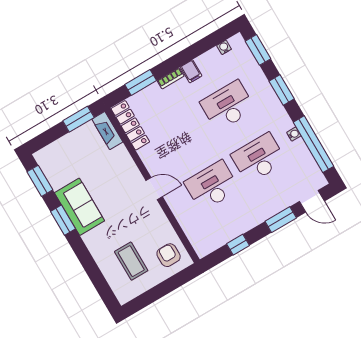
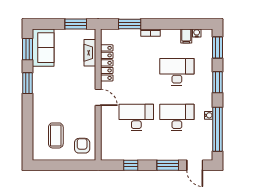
filing cabinet: (191, 71) -> (186, 36), moved
locker: (130, 125) -> (107, 63), moved
fireplace: (107, 131) -> (90, 53), moved
sofa: (80, 207) -> (43, 48), moved

